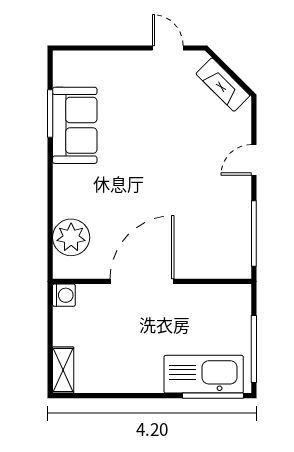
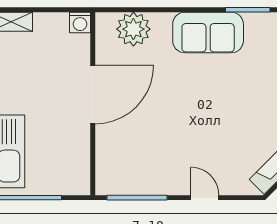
sofa: (75, 125) -> (208, 32), moved
door: (142, 281) -> (93, 94), hinge flipped

